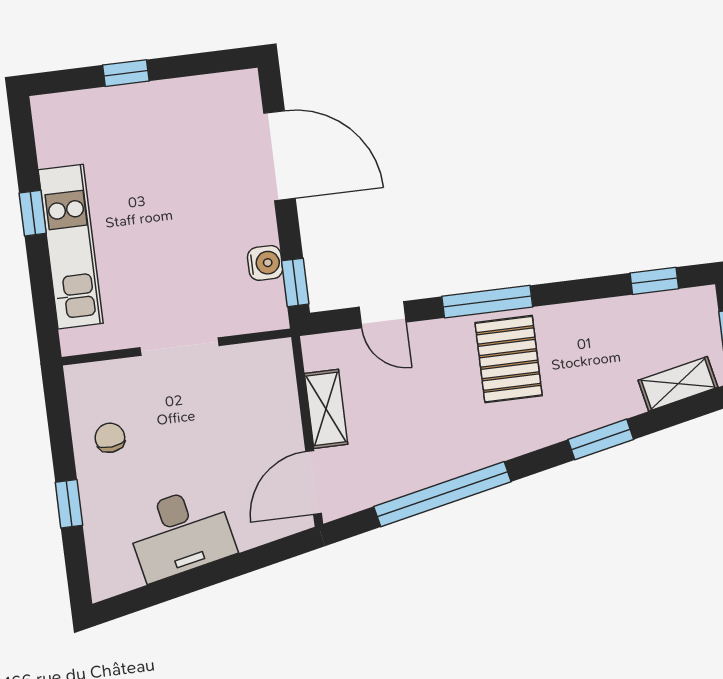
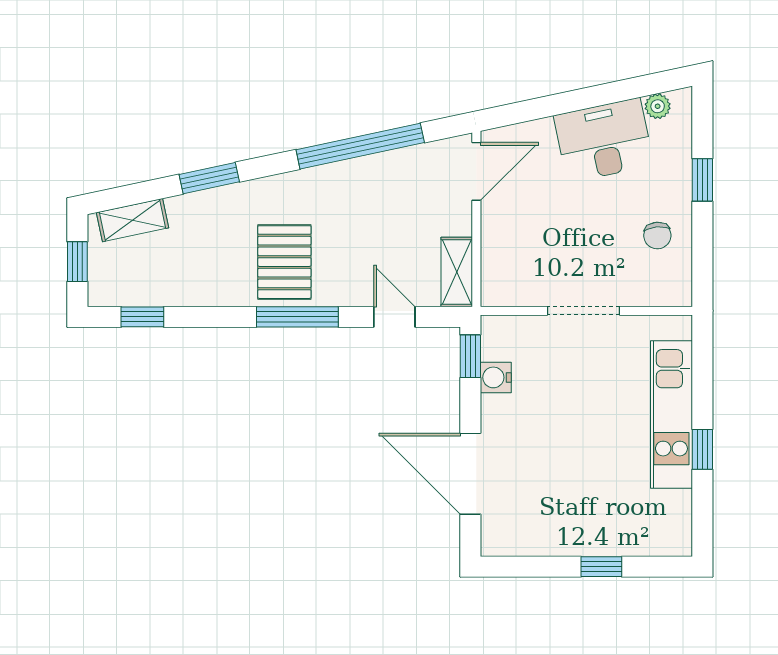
shelving: (326, 409) -> (457, 272), moved
plant: (127, 577) -> (658, 106), added

